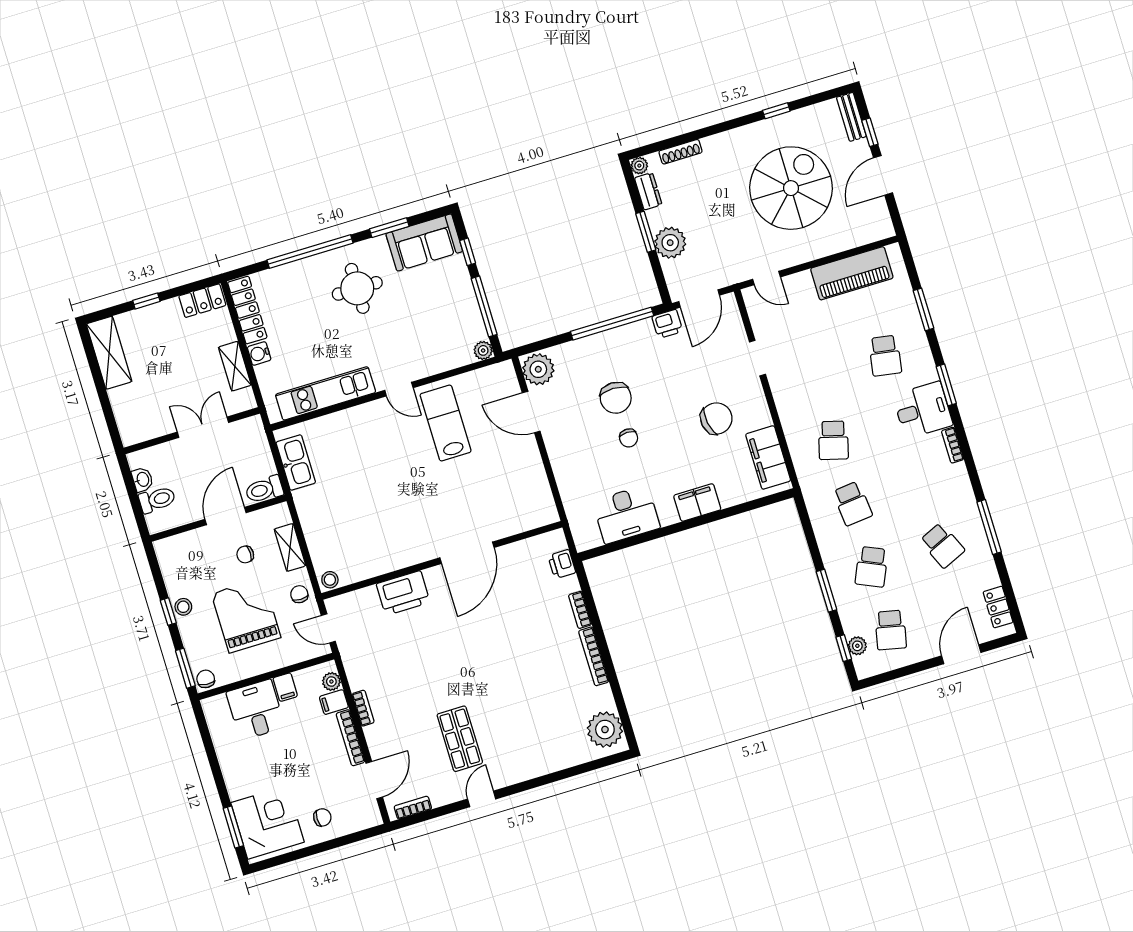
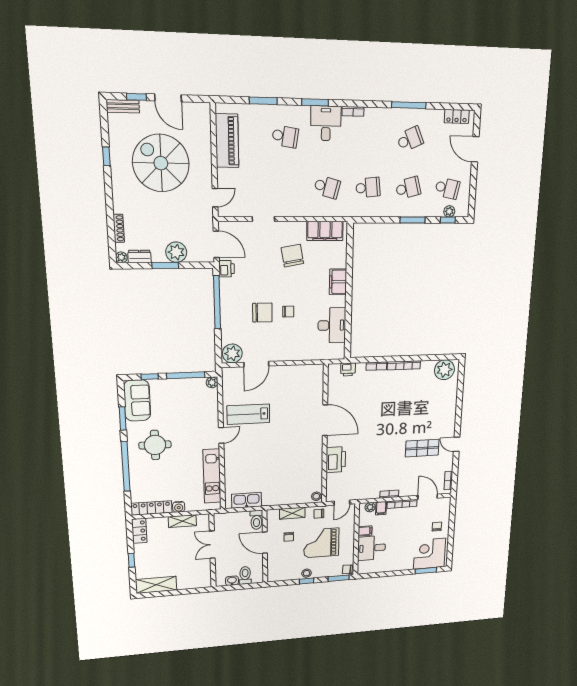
school desk: (872, 567) -> (408, 188), turned -39

